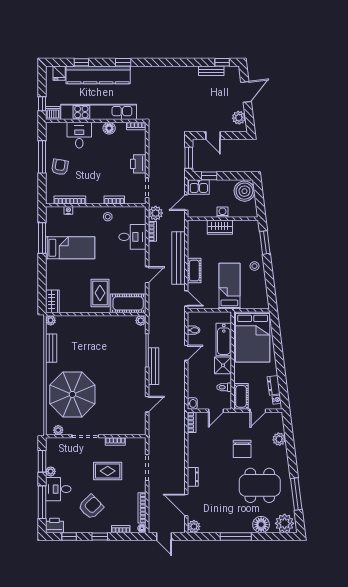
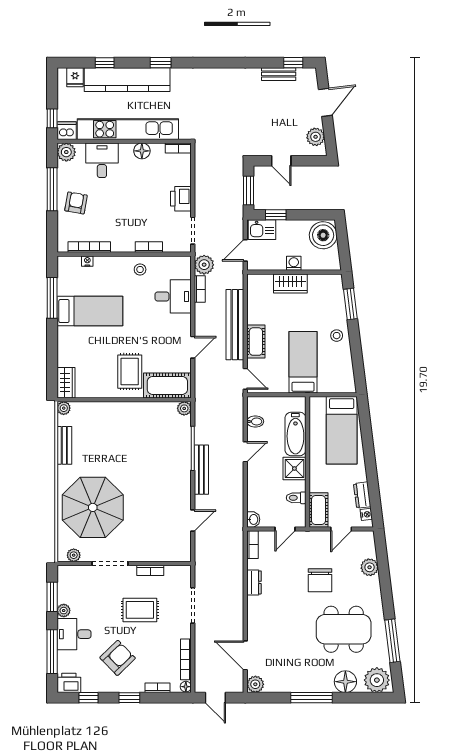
plant: (53, 129) -> (66, 152), added
bed: (253, 337) -> (342, 430), width x0.67
dresser: (193, 477) -> (254, 582), moved

